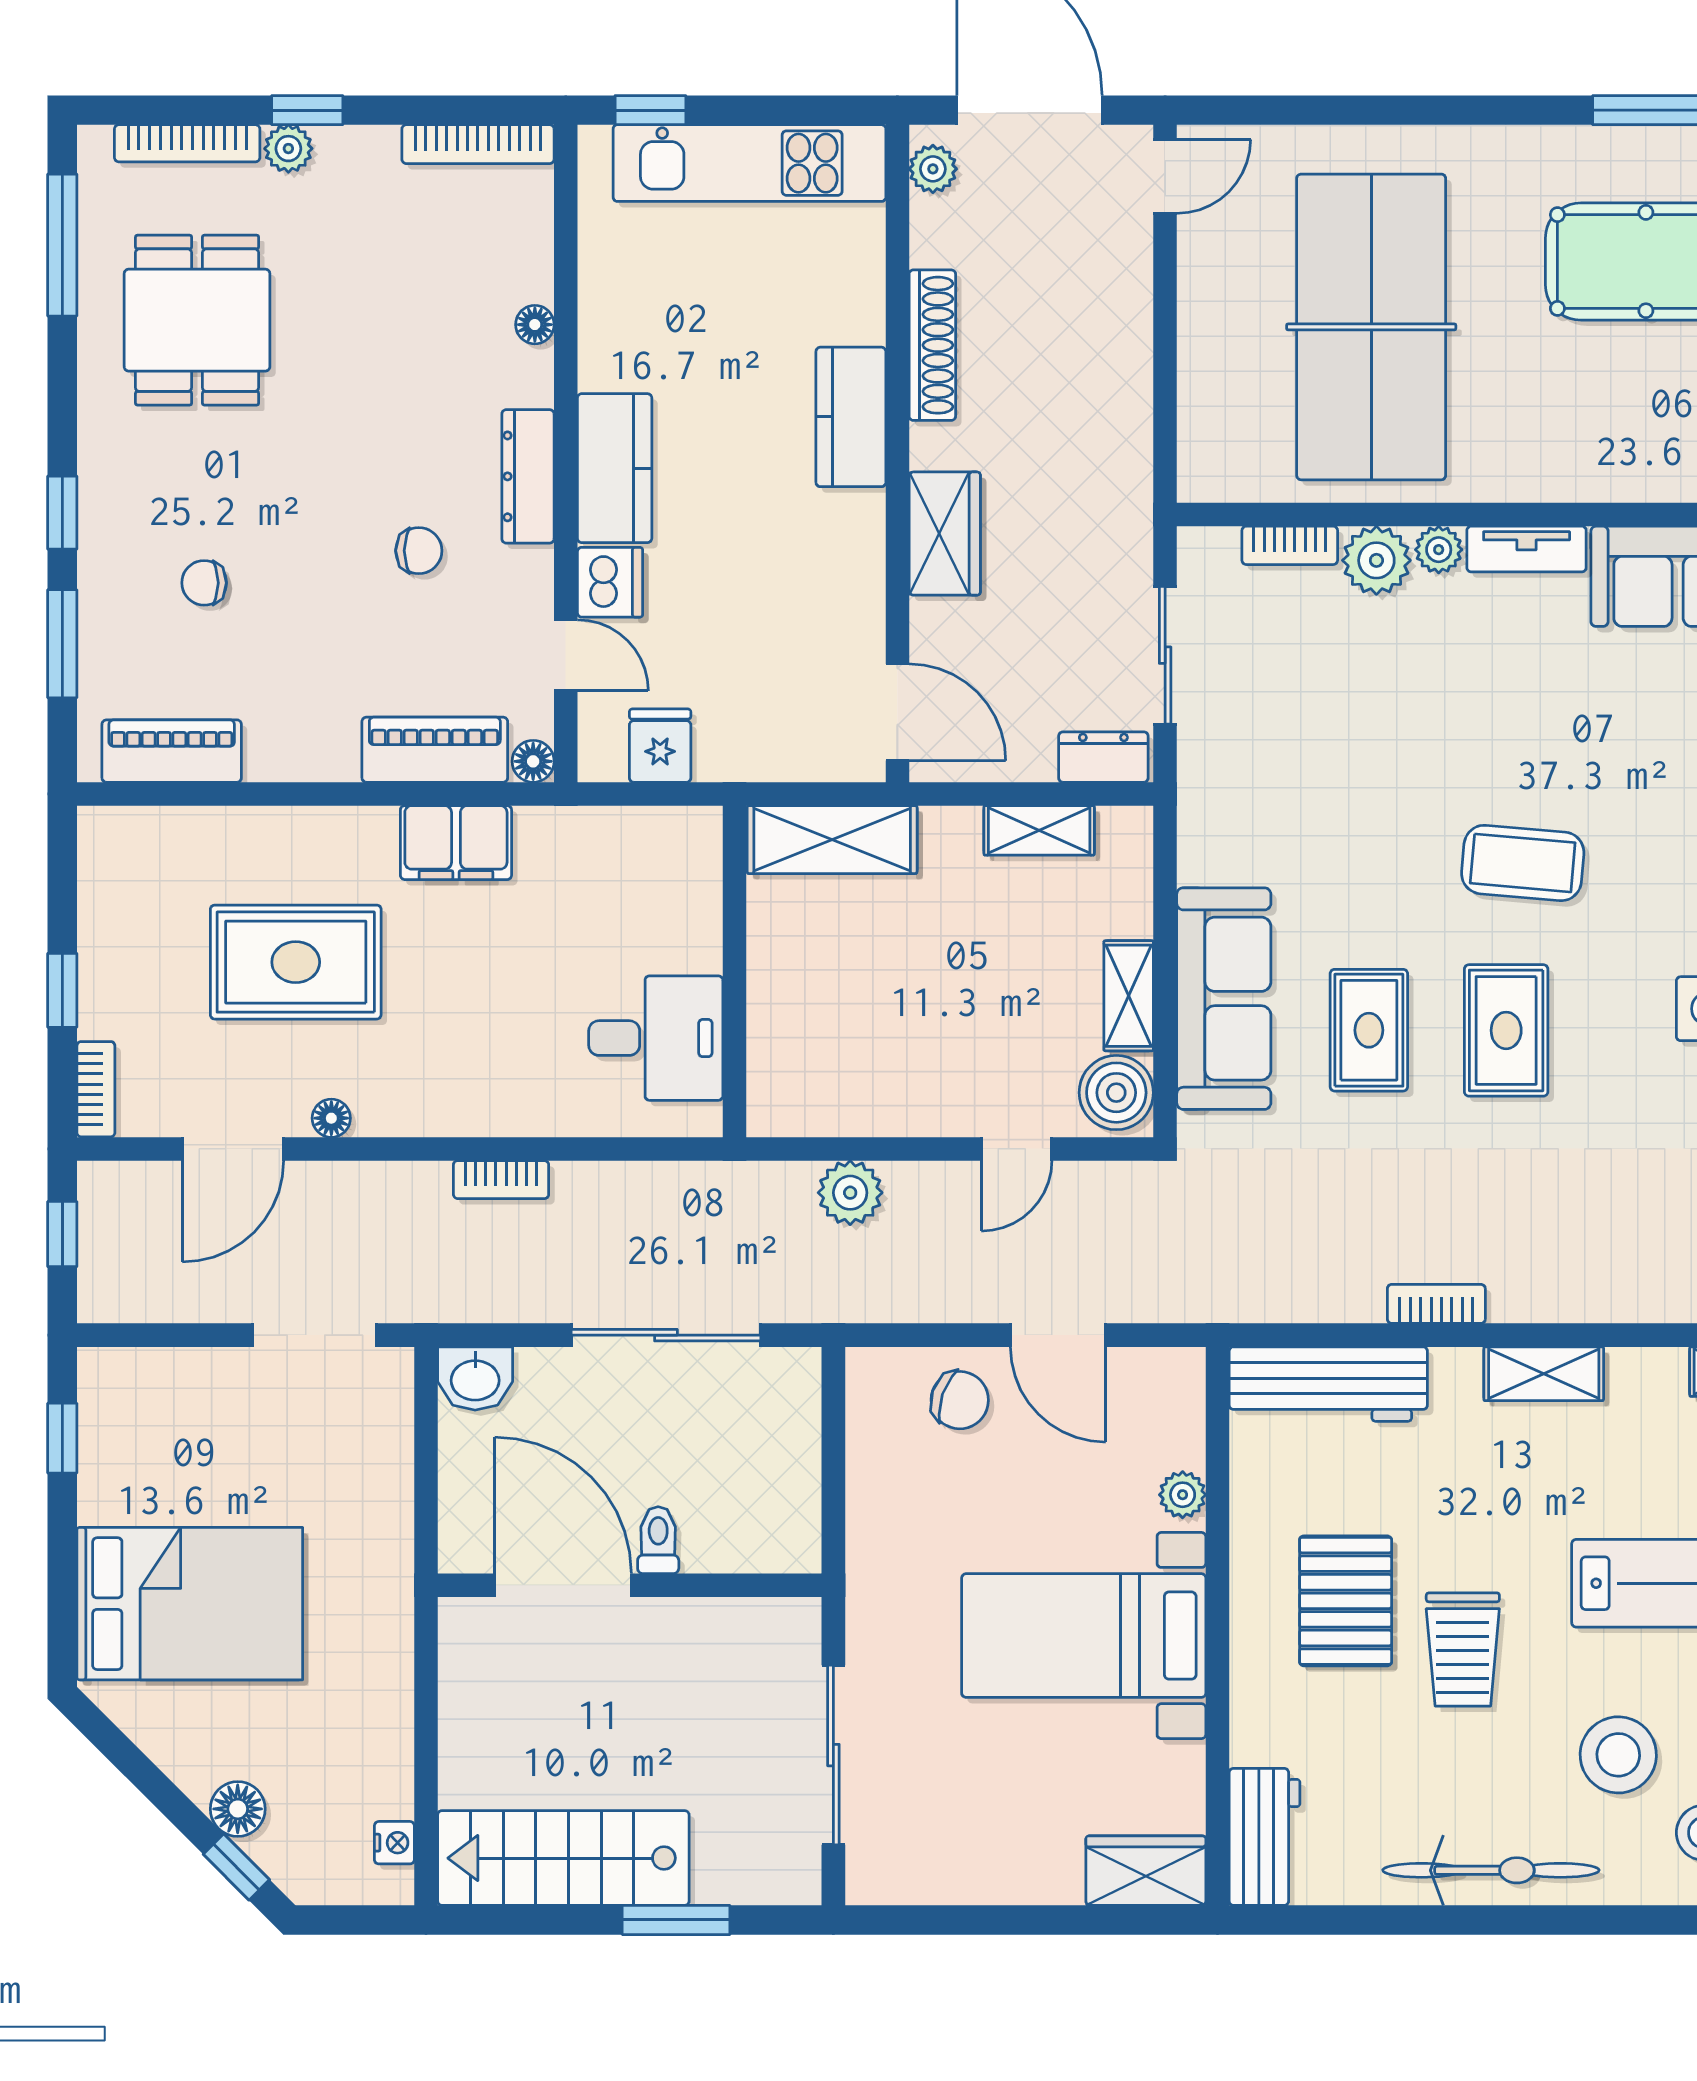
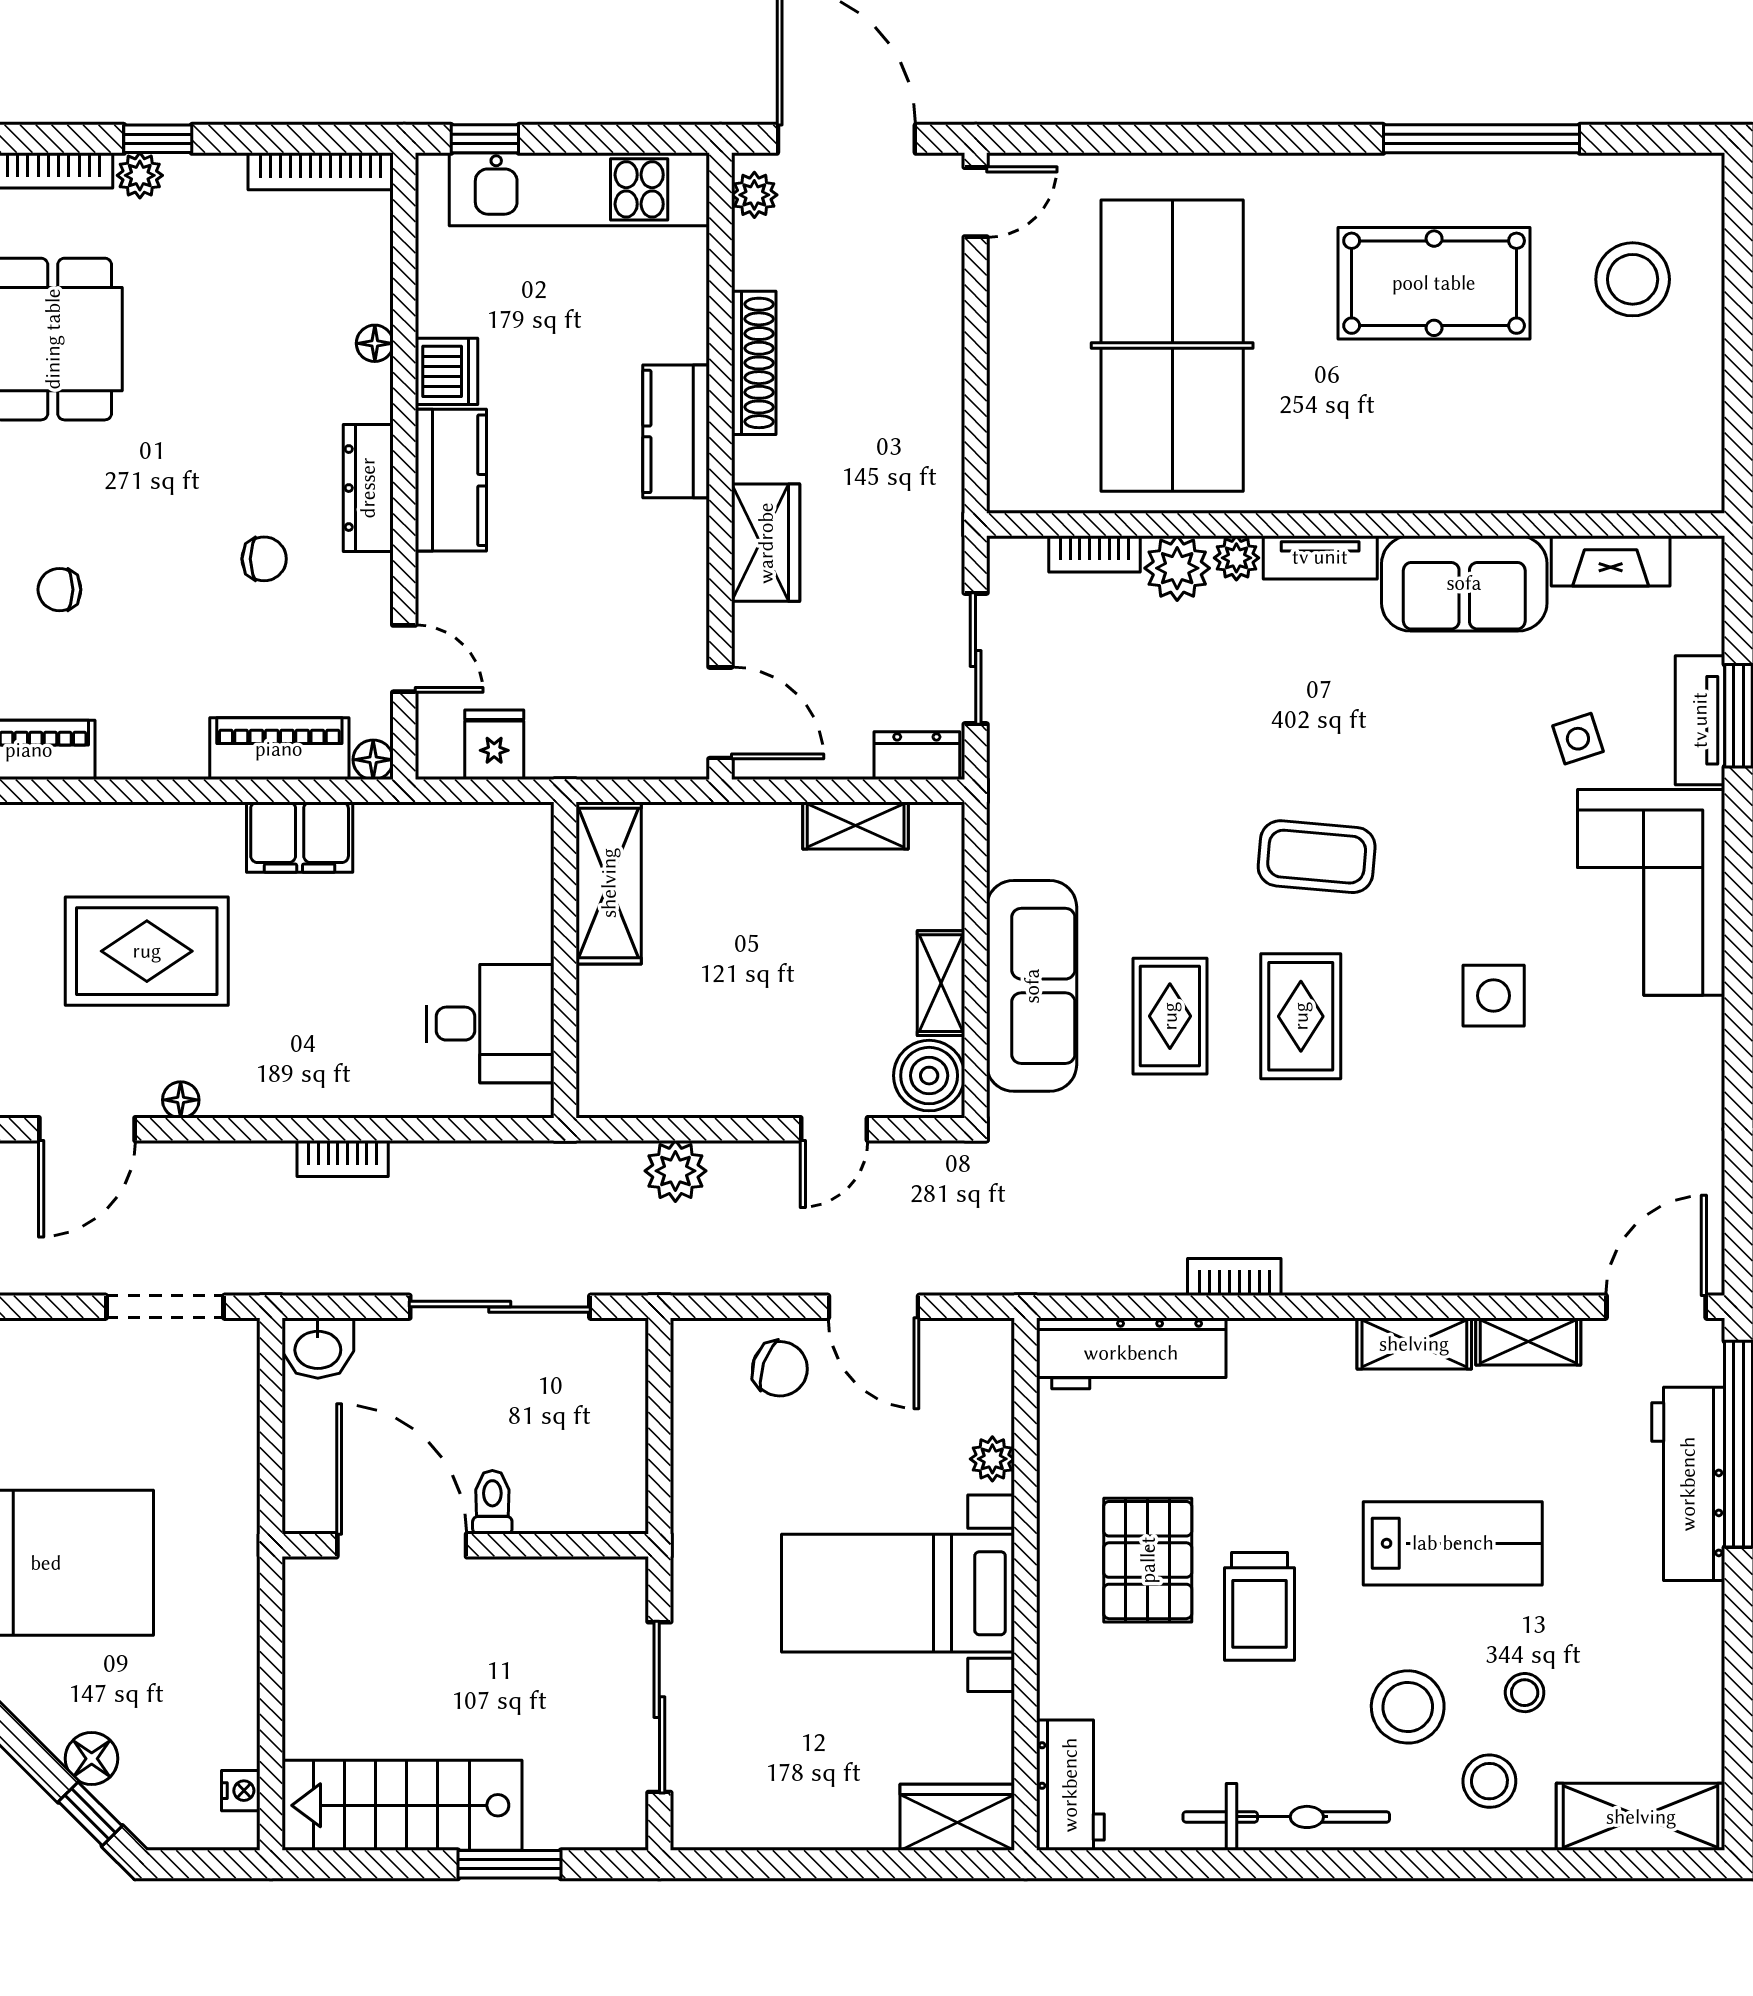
dishwasher: (610, 582) -> (446, 371), moved
shelving: (832, 840) -> (609, 883), moved, turned 90
shelving: (1544, 1374) -> (1414, 1344), moved

